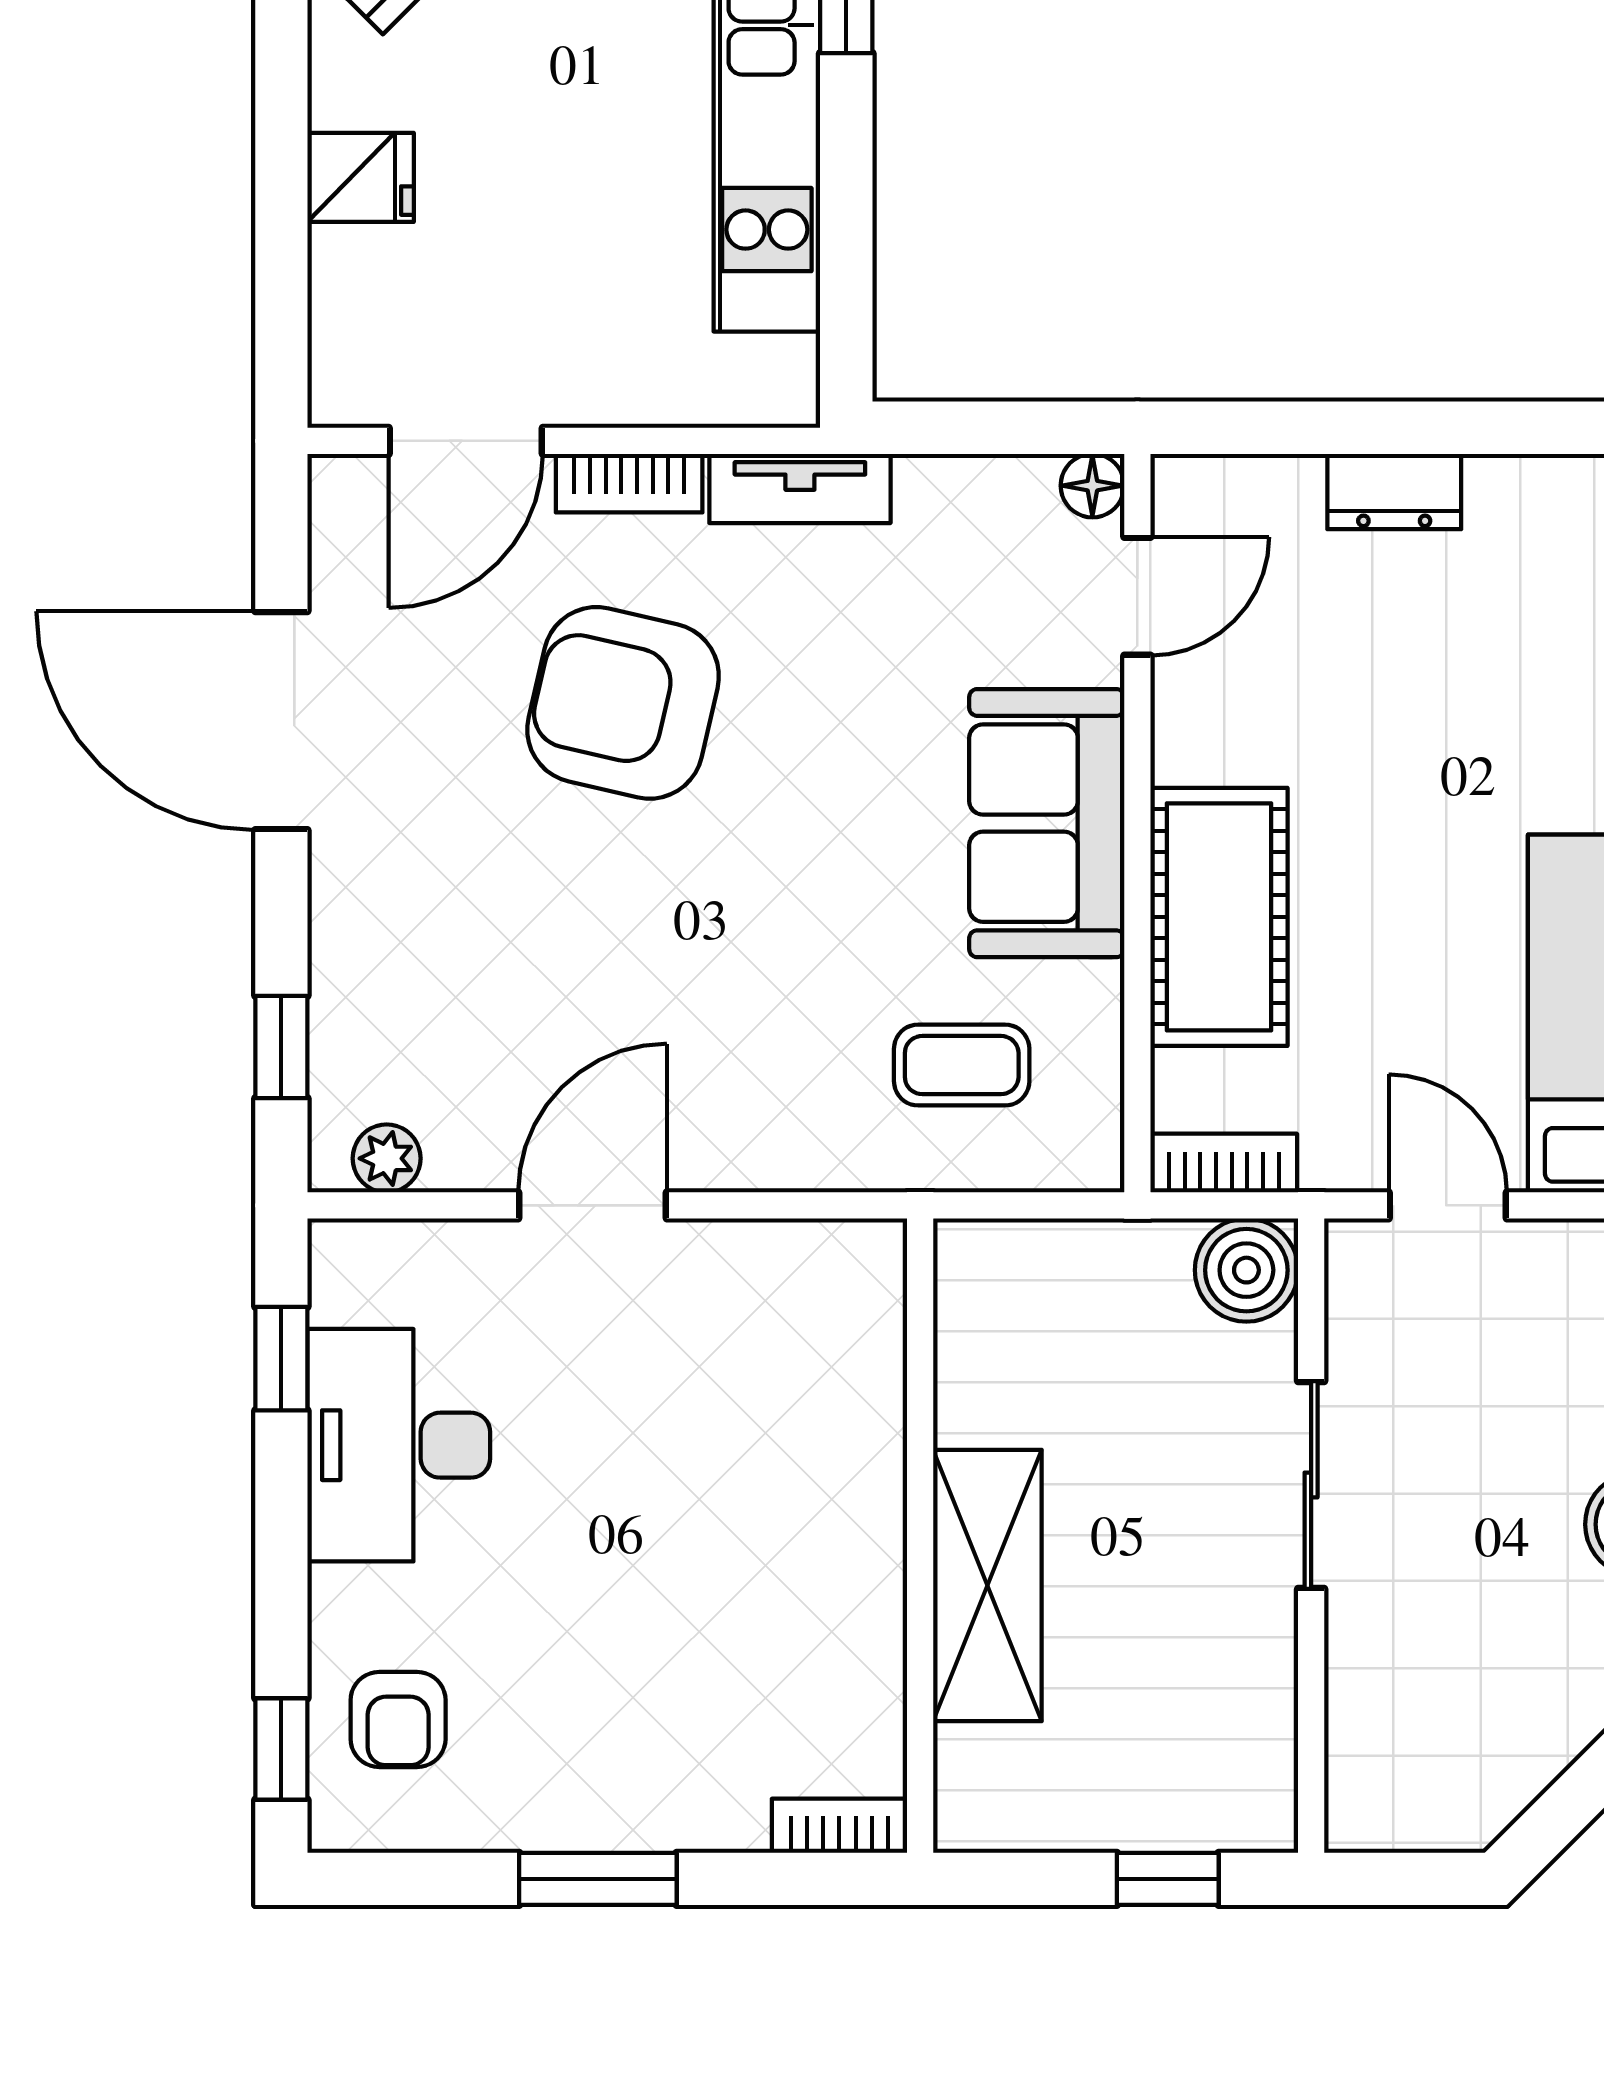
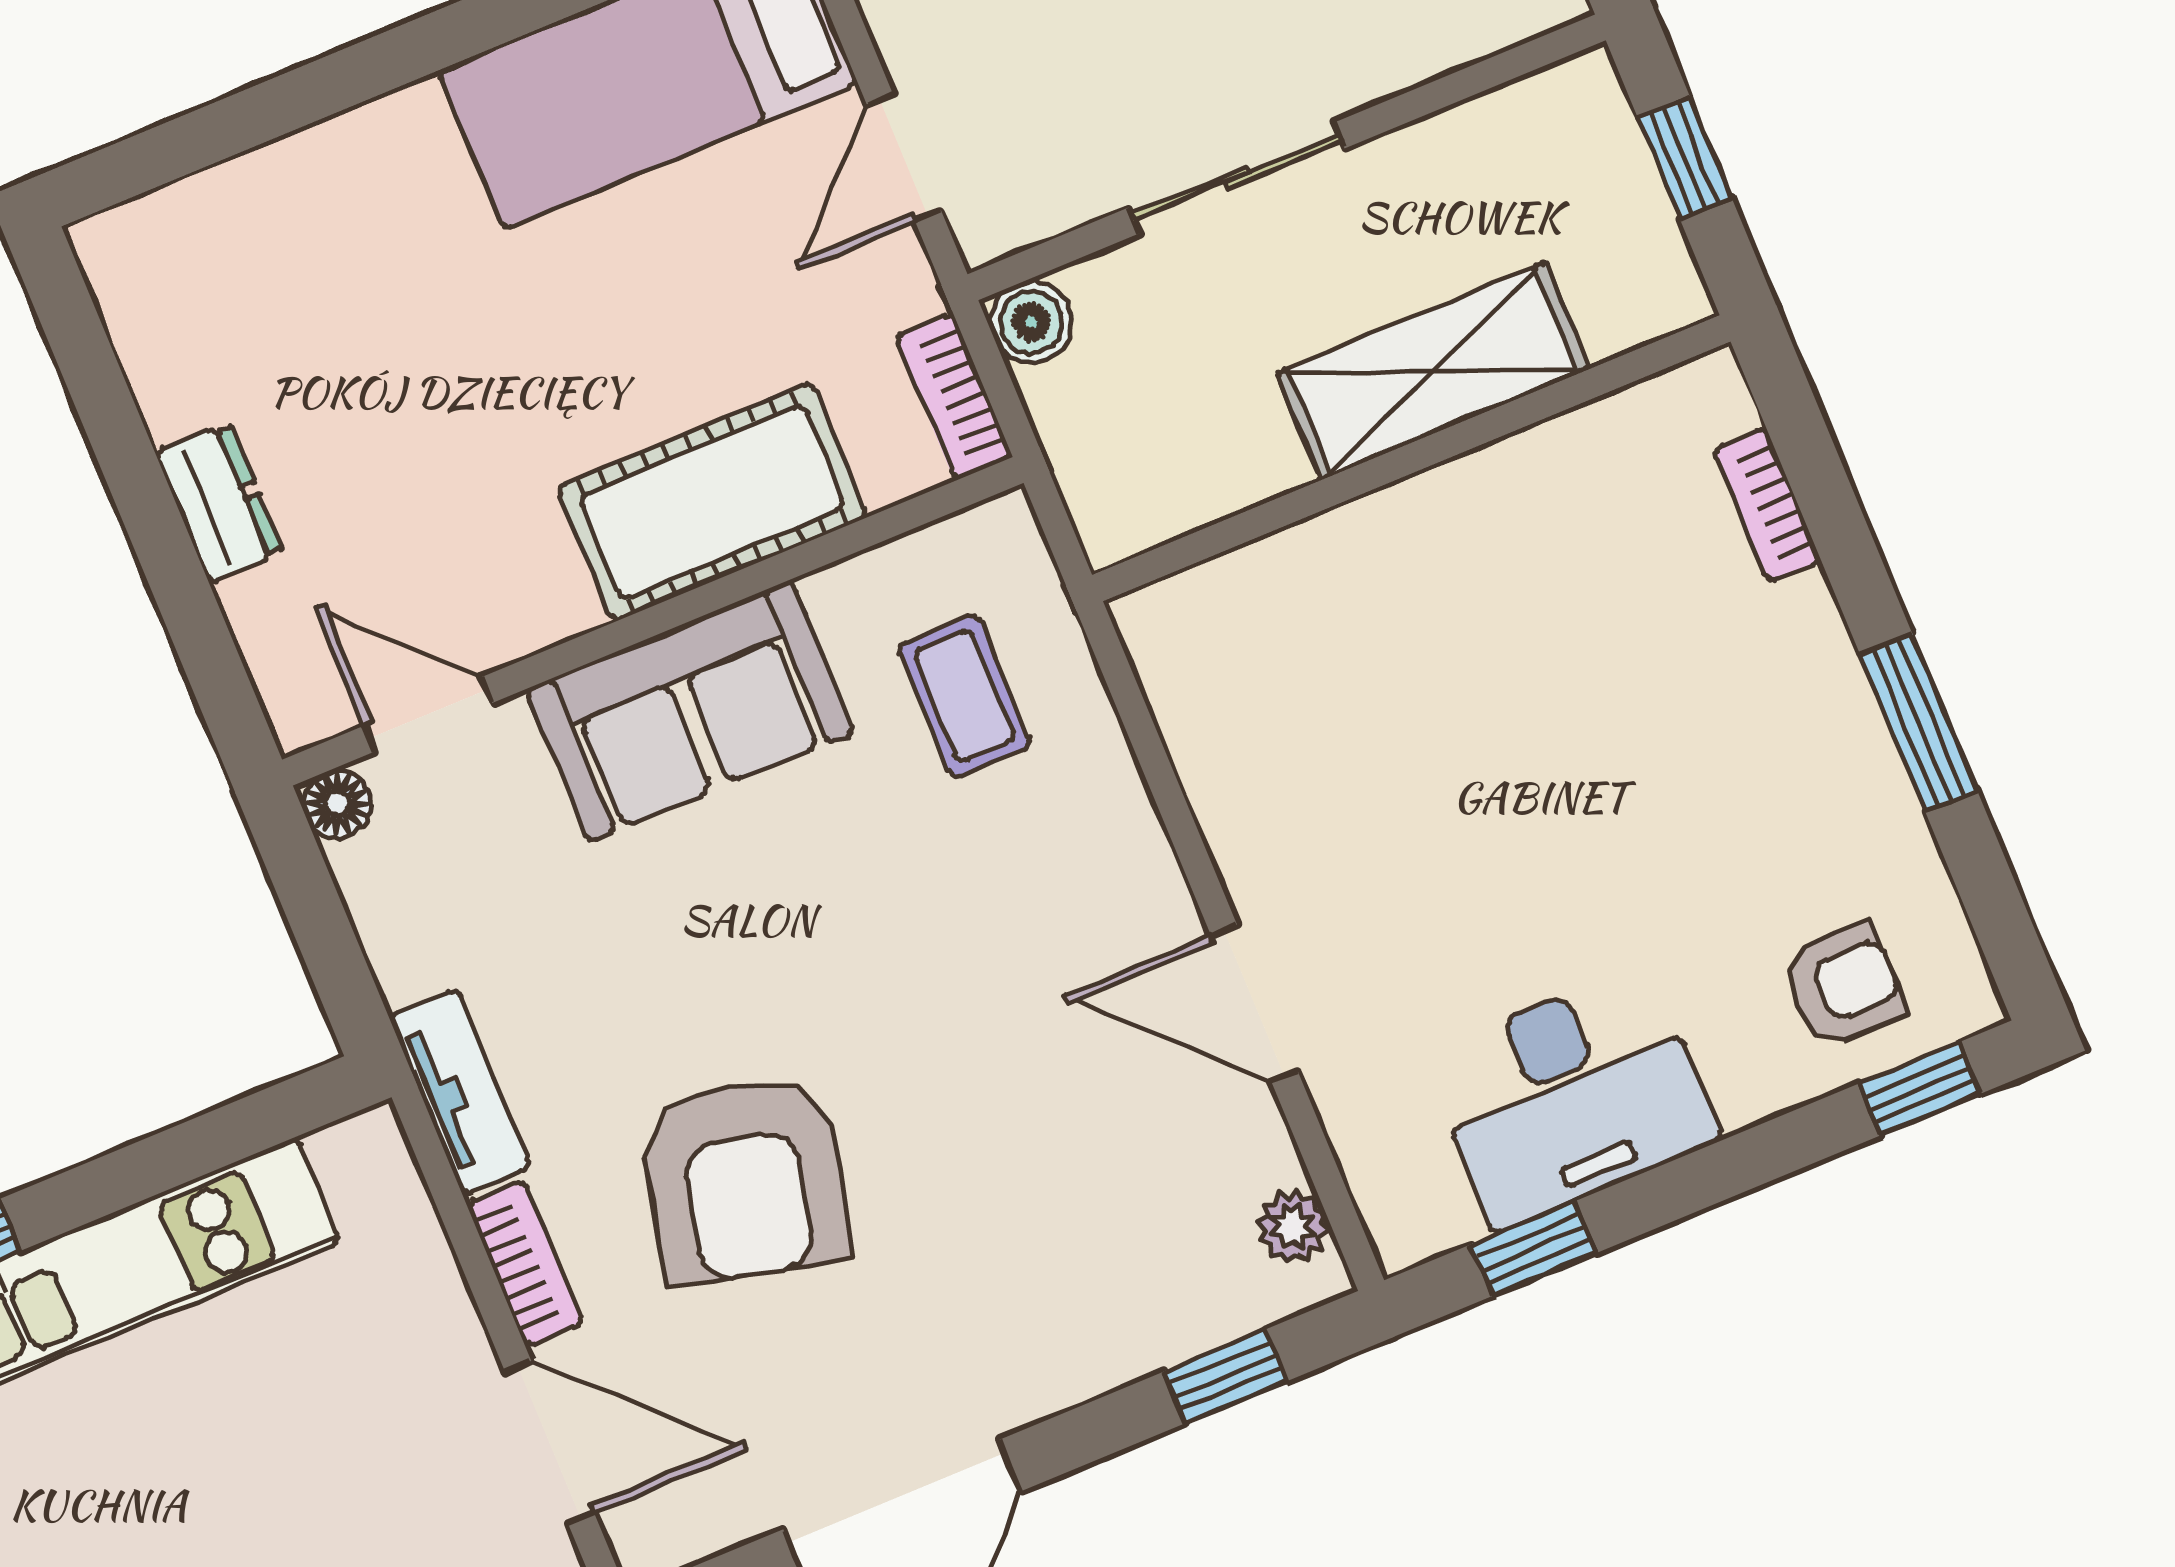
boiler: (1246, 1270) -> (1031, 322), width x0.73, depth x0.73
wall: (920, 1536) -> (1411, 458), moved
shelving: (987, 1586) -> (1433, 371), moved

